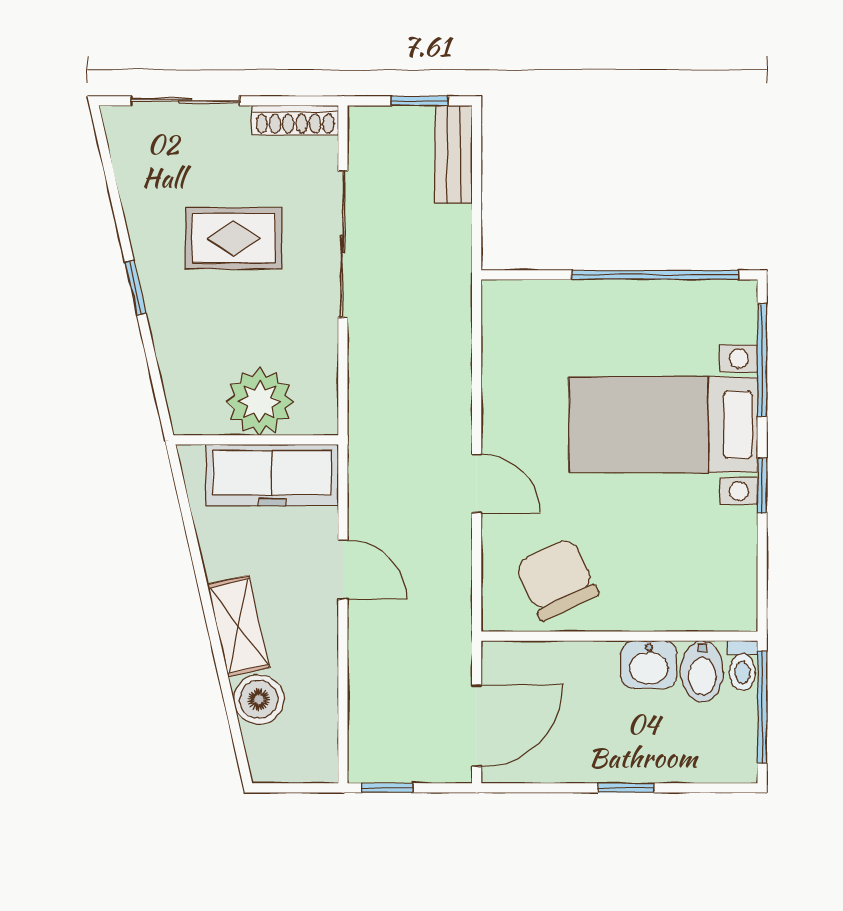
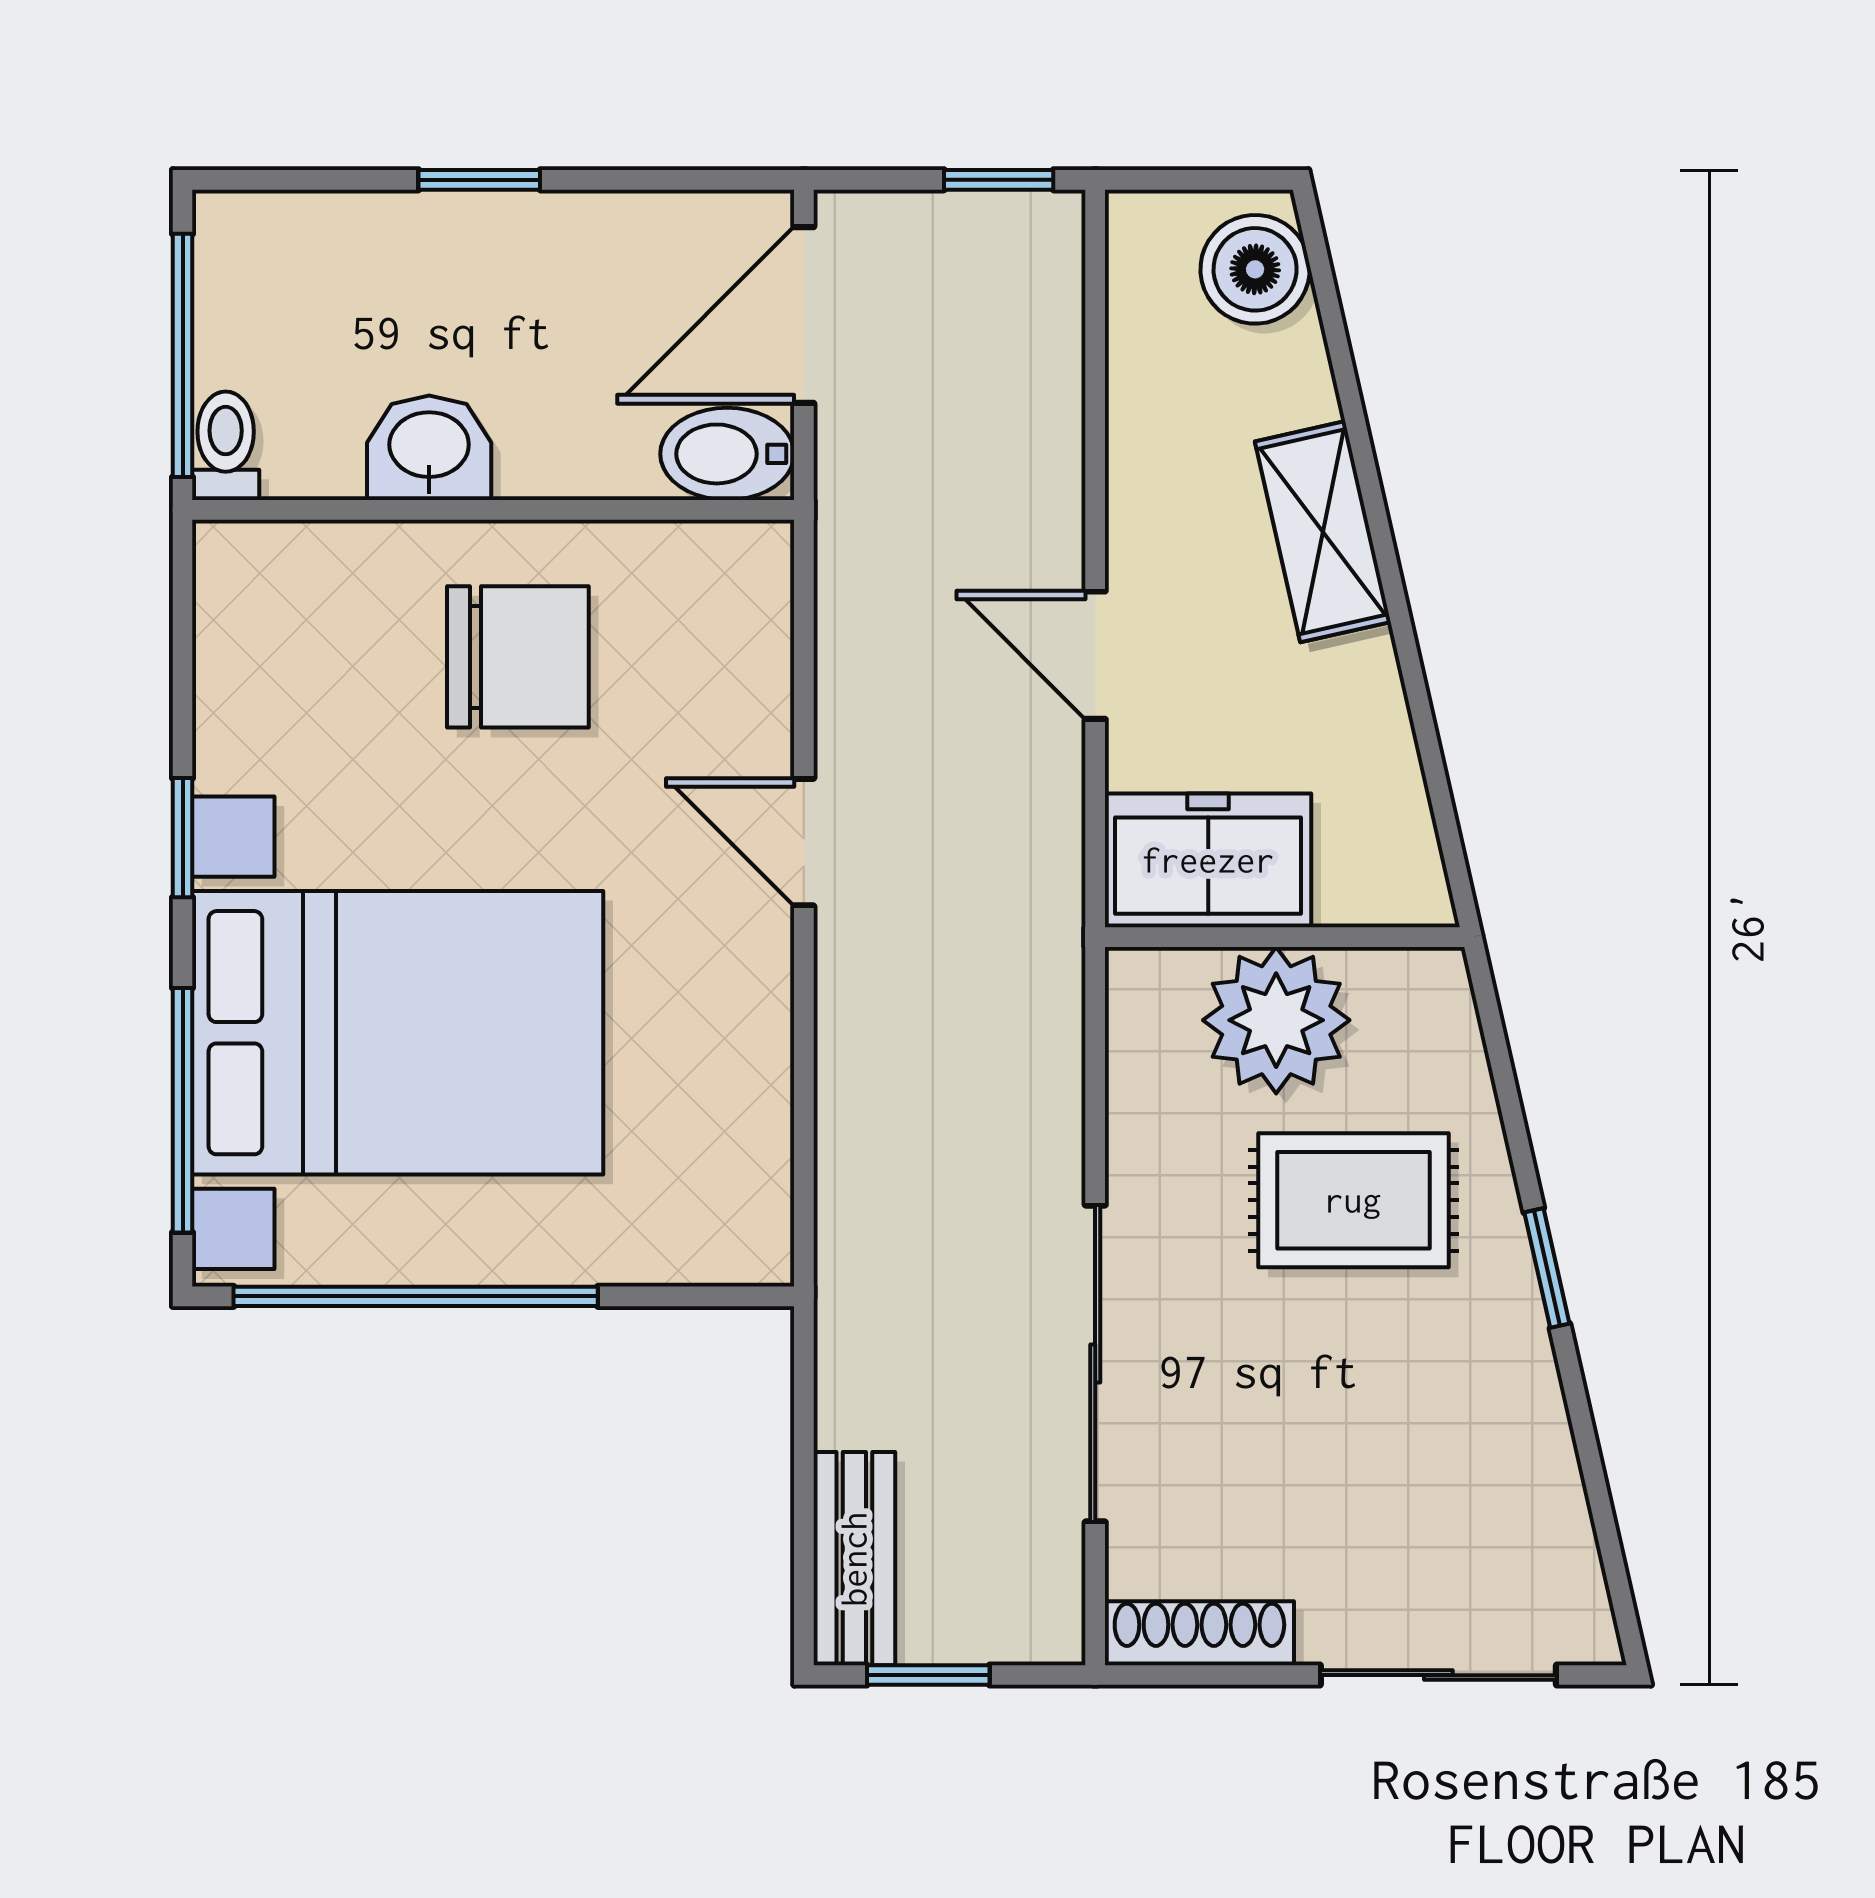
rug: (234, 238) -> (1353, 1200), moved
bed with nightstands: (663, 425) -> (398, 1033), width x1.36
freezer: (272, 475) -> (1208, 860), width x0.71
chair: (557, 579) -> (518, 657), moved, turned -64
bidet: (702, 671) -> (727, 454), moved, turned -90
boiler: (259, 699) -> (1255, 269), moved

